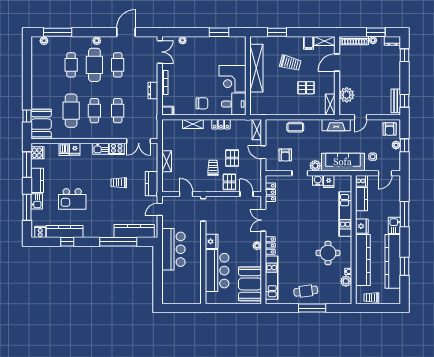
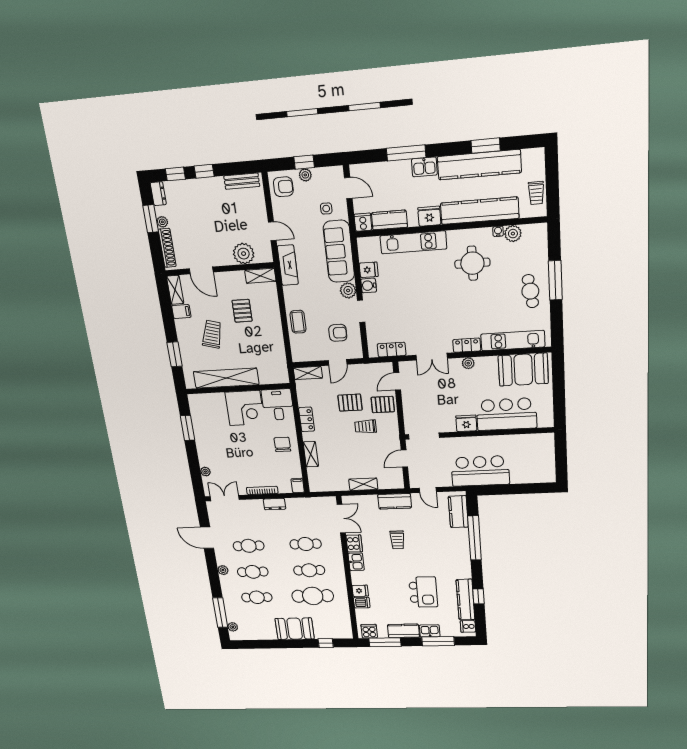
cafe table: (94, 65) -> (253, 572), width x0.73, depth x0.74
window: (404, 101) -> (204, 171), moved
booth: (41, 124) -> (295, 629), moved
kitchen counter: (134, 231) -> (458, 512), width x0.67

